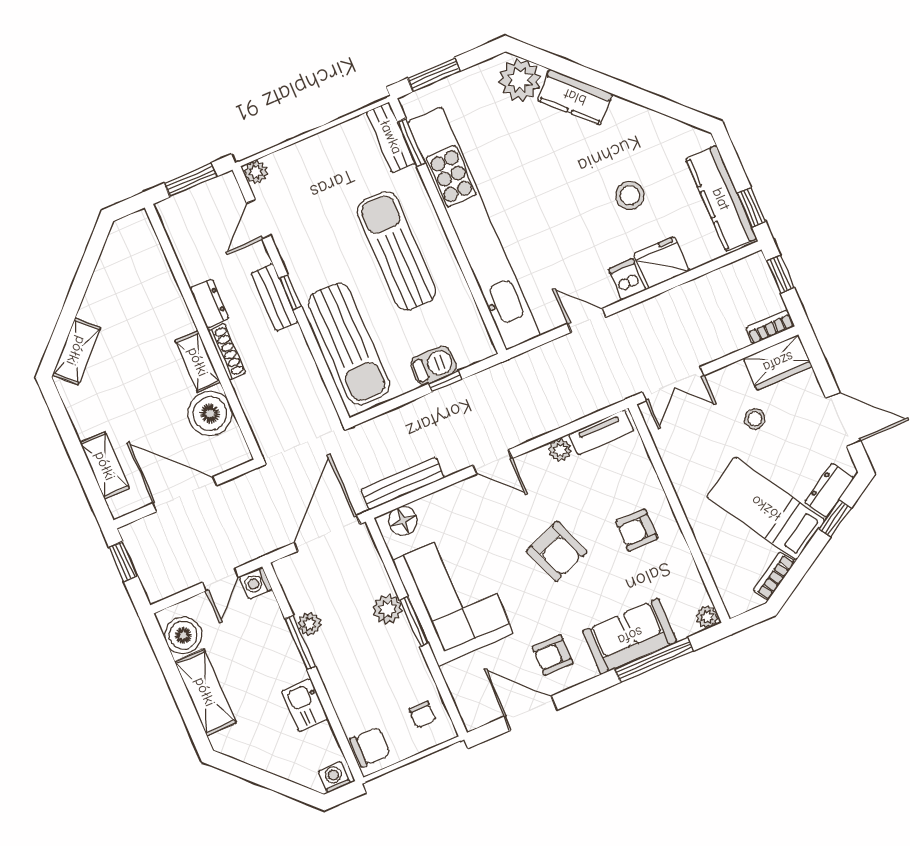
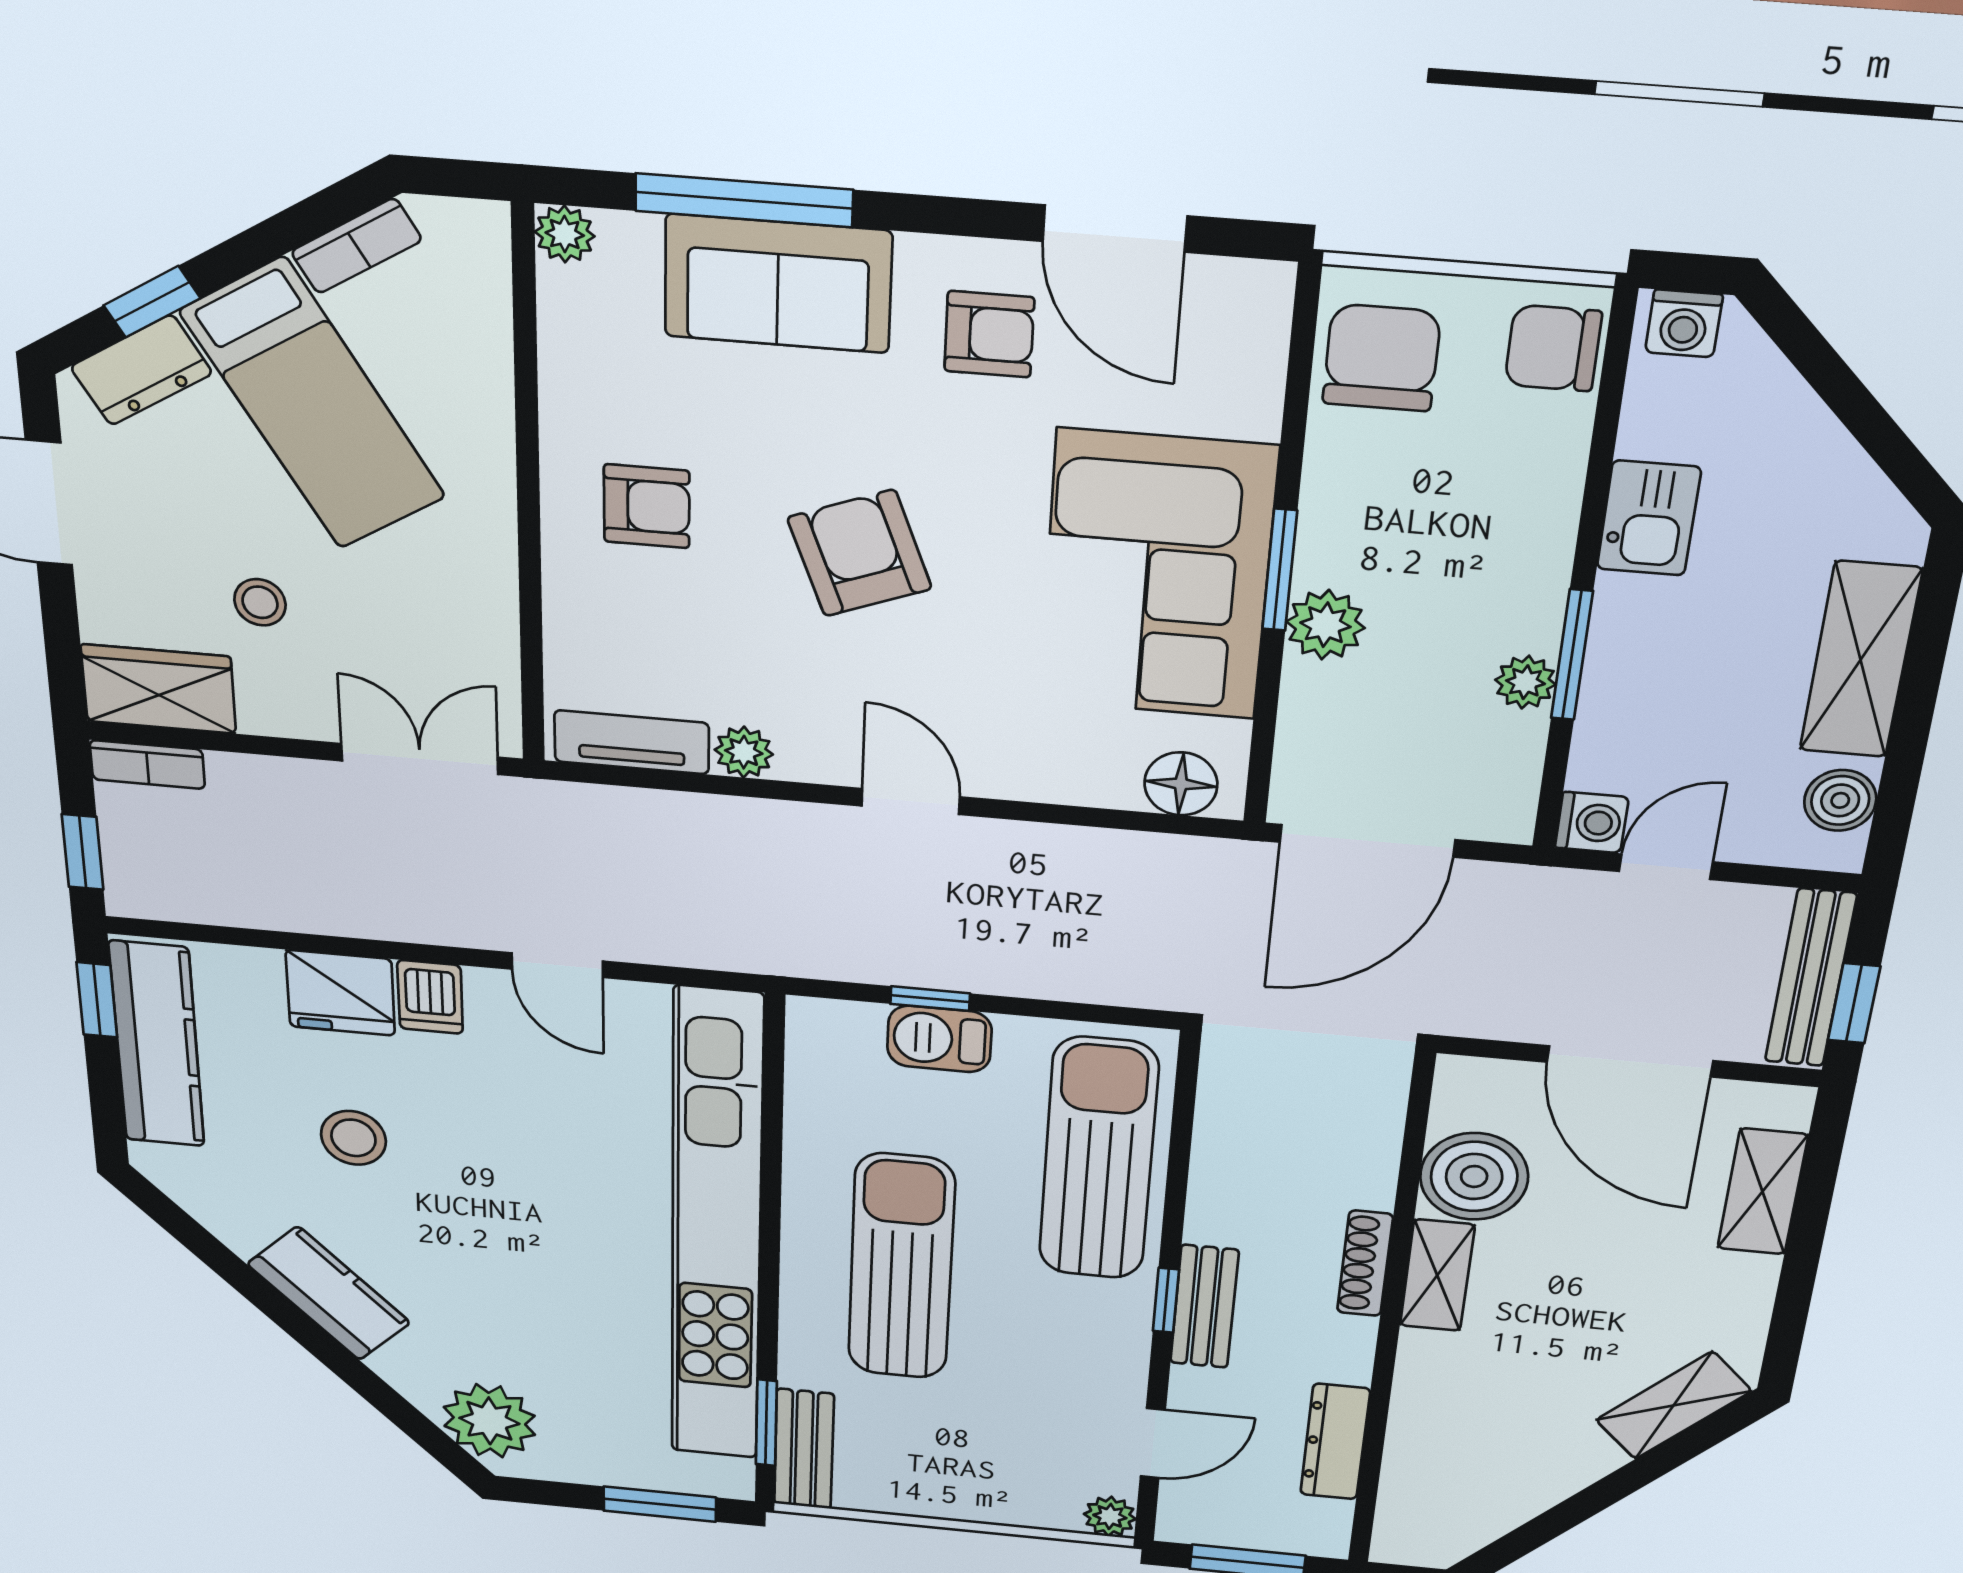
kitchen counter: (575, 97) -> (329, 1293), moved
sun lounger: (397, 251) -> (901, 1267), turned 180
dresser: (209, 303) -> (1335, 1442), moved, width x1.44
bench: (402, 484) -> (1811, 978), moved, turned 90
boiler: (183, 635) -> (1840, 800), width x0.73, depth x0.73
chair: (422, 715) -> (1382, 358), width x1.87, depth x1.87

